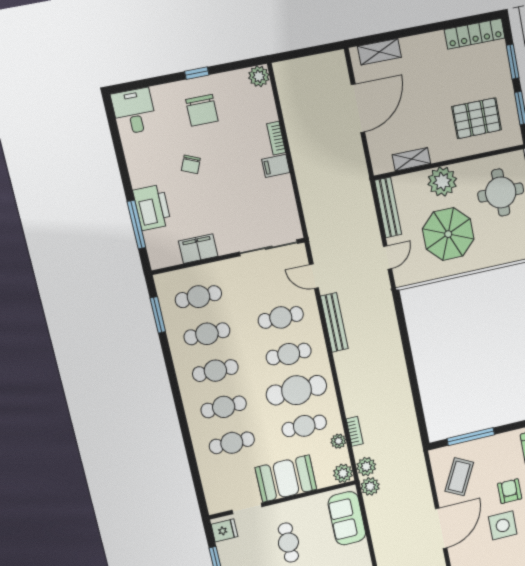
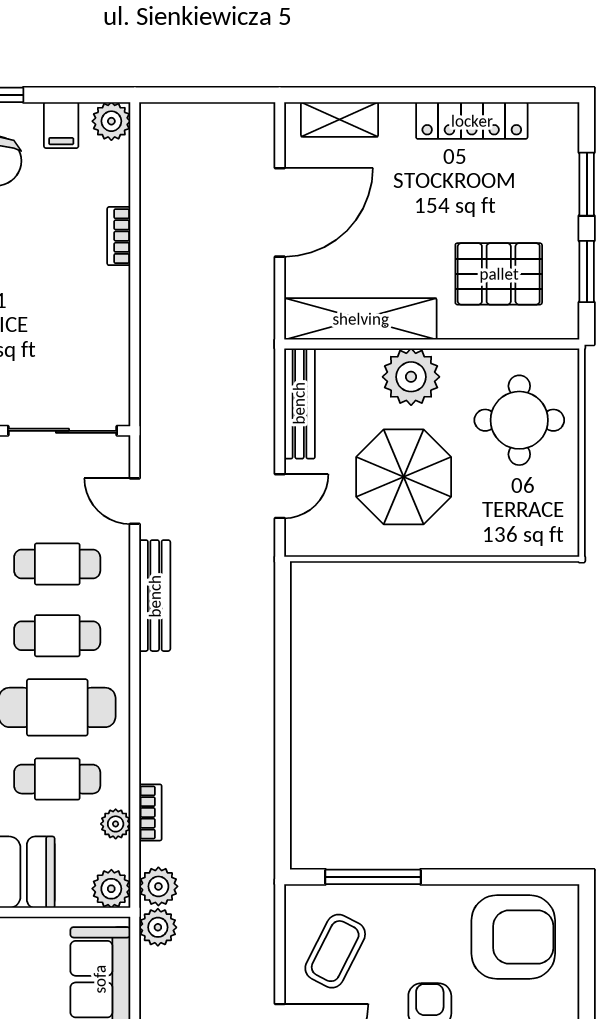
locker: (475, 34) -> (472, 121), moved
shelving: (411, 159) -> (361, 319), width x2.20, depth x1.33
filing cabinet: (276, 166) -> (61, 125), moved, turned -90

